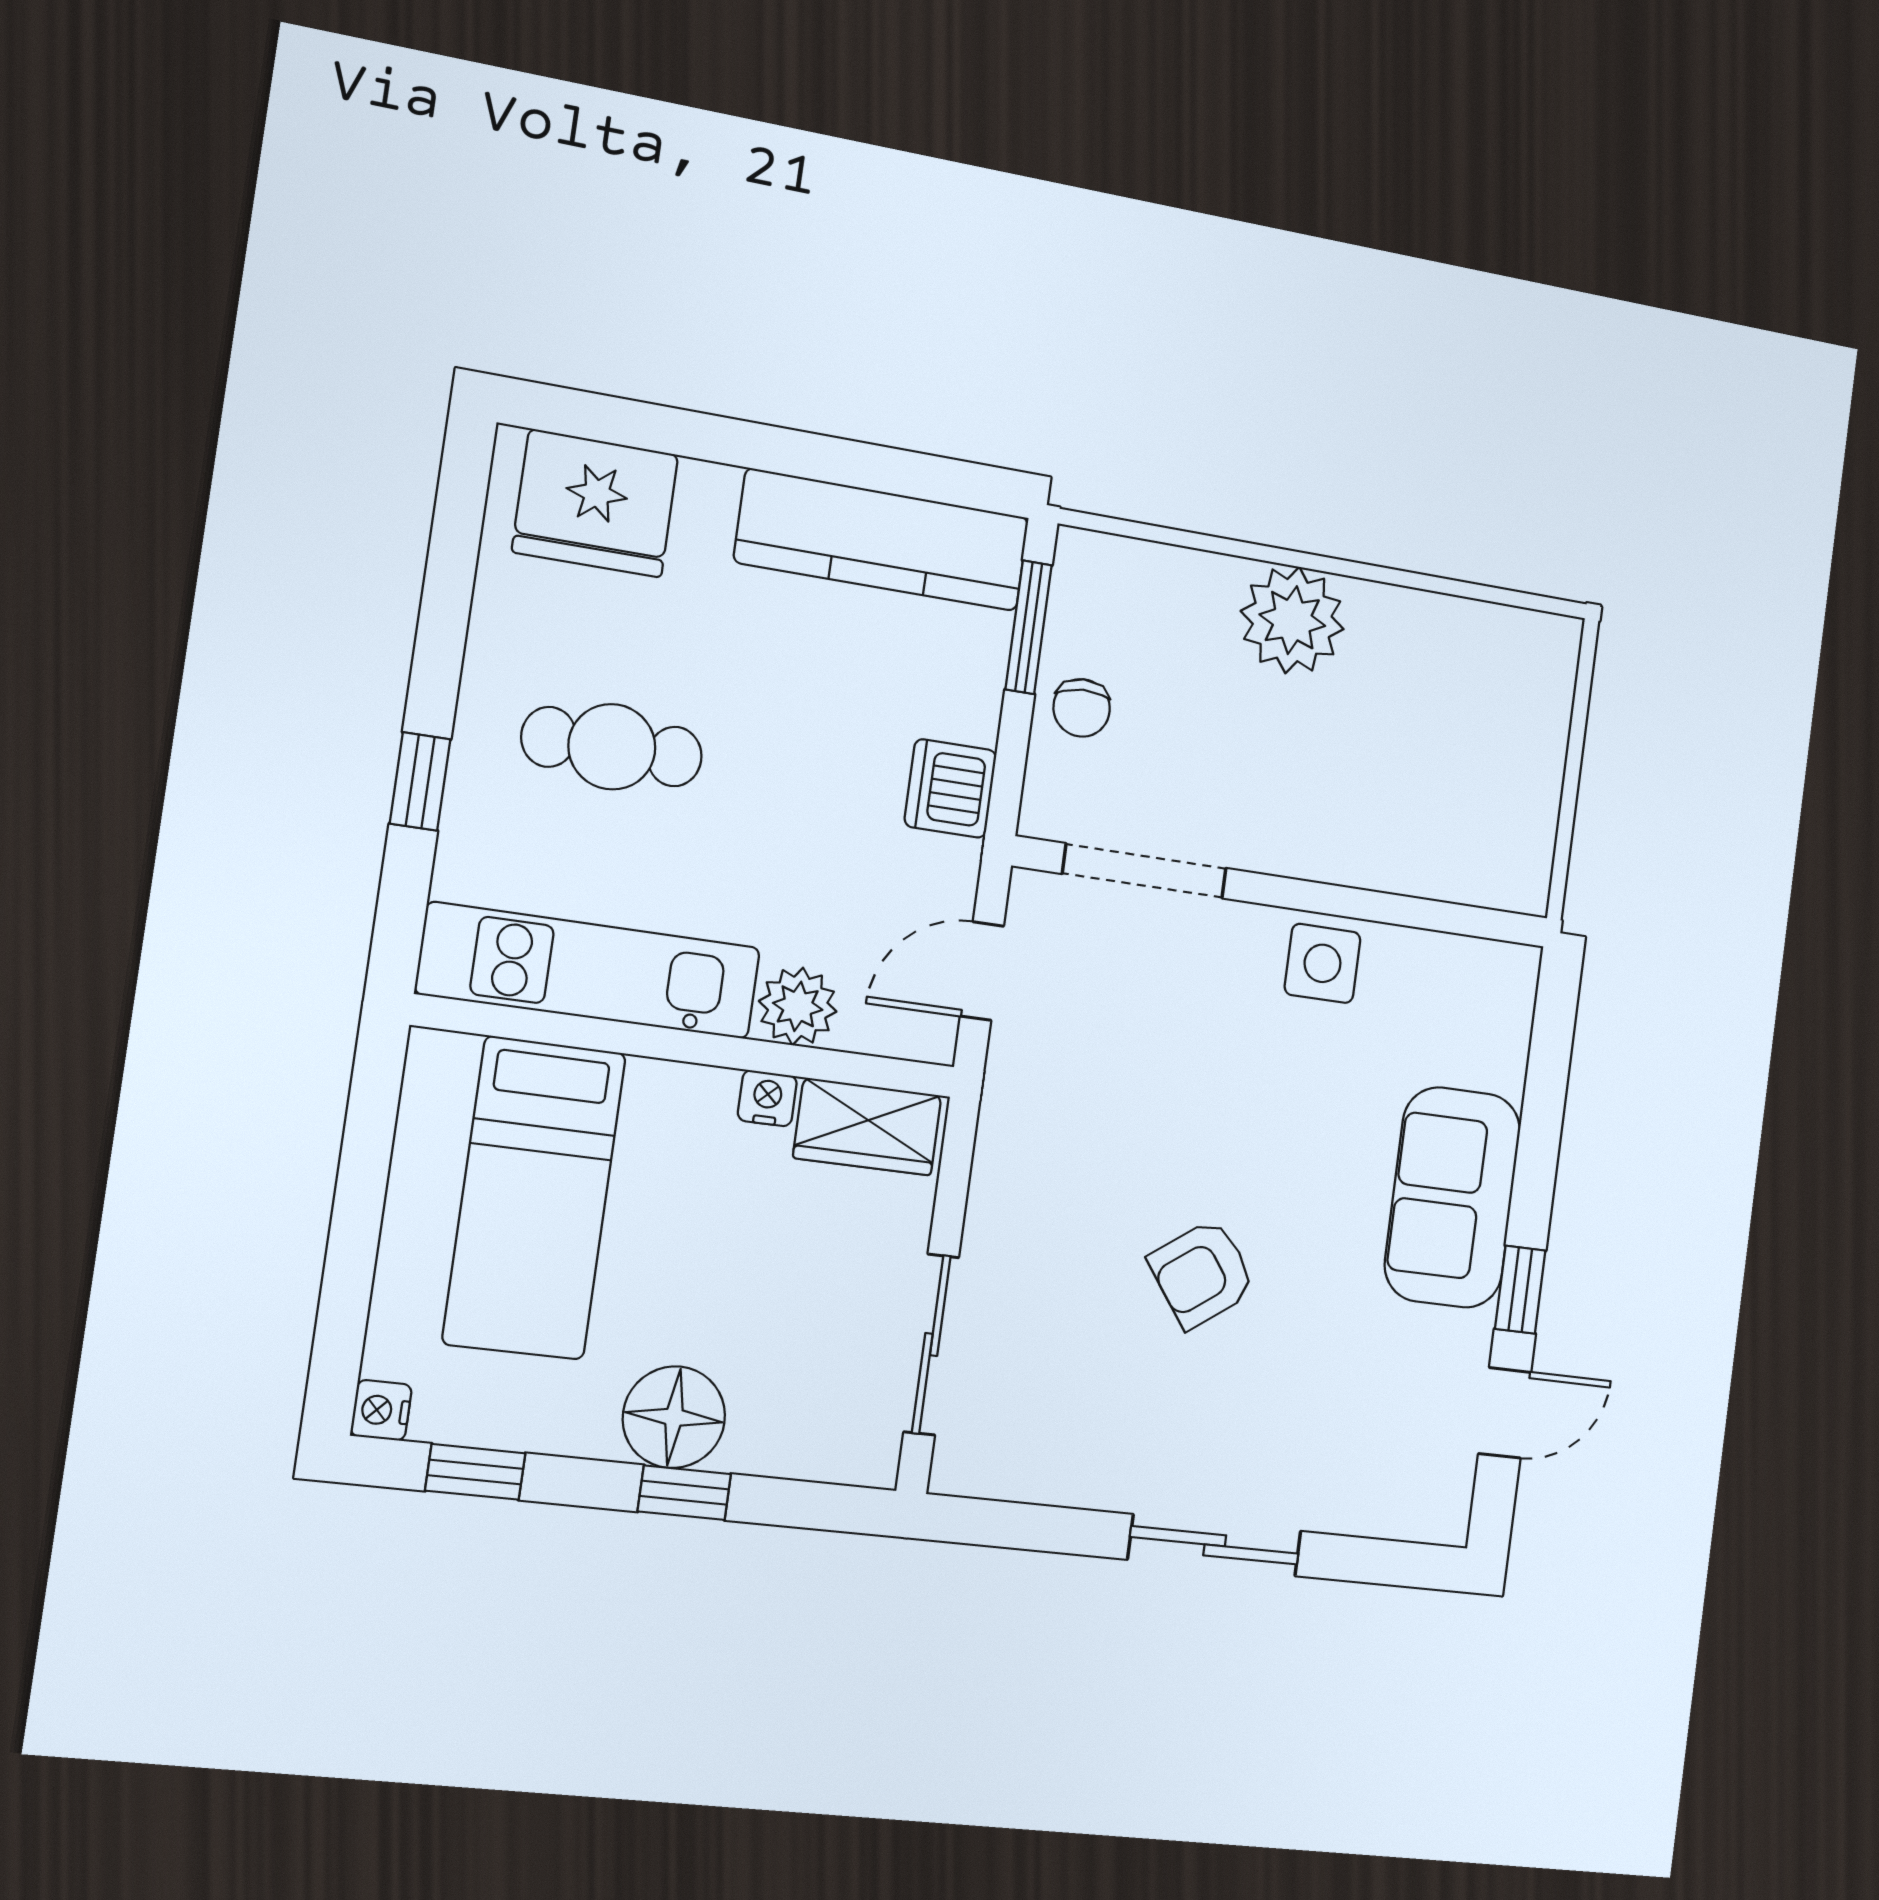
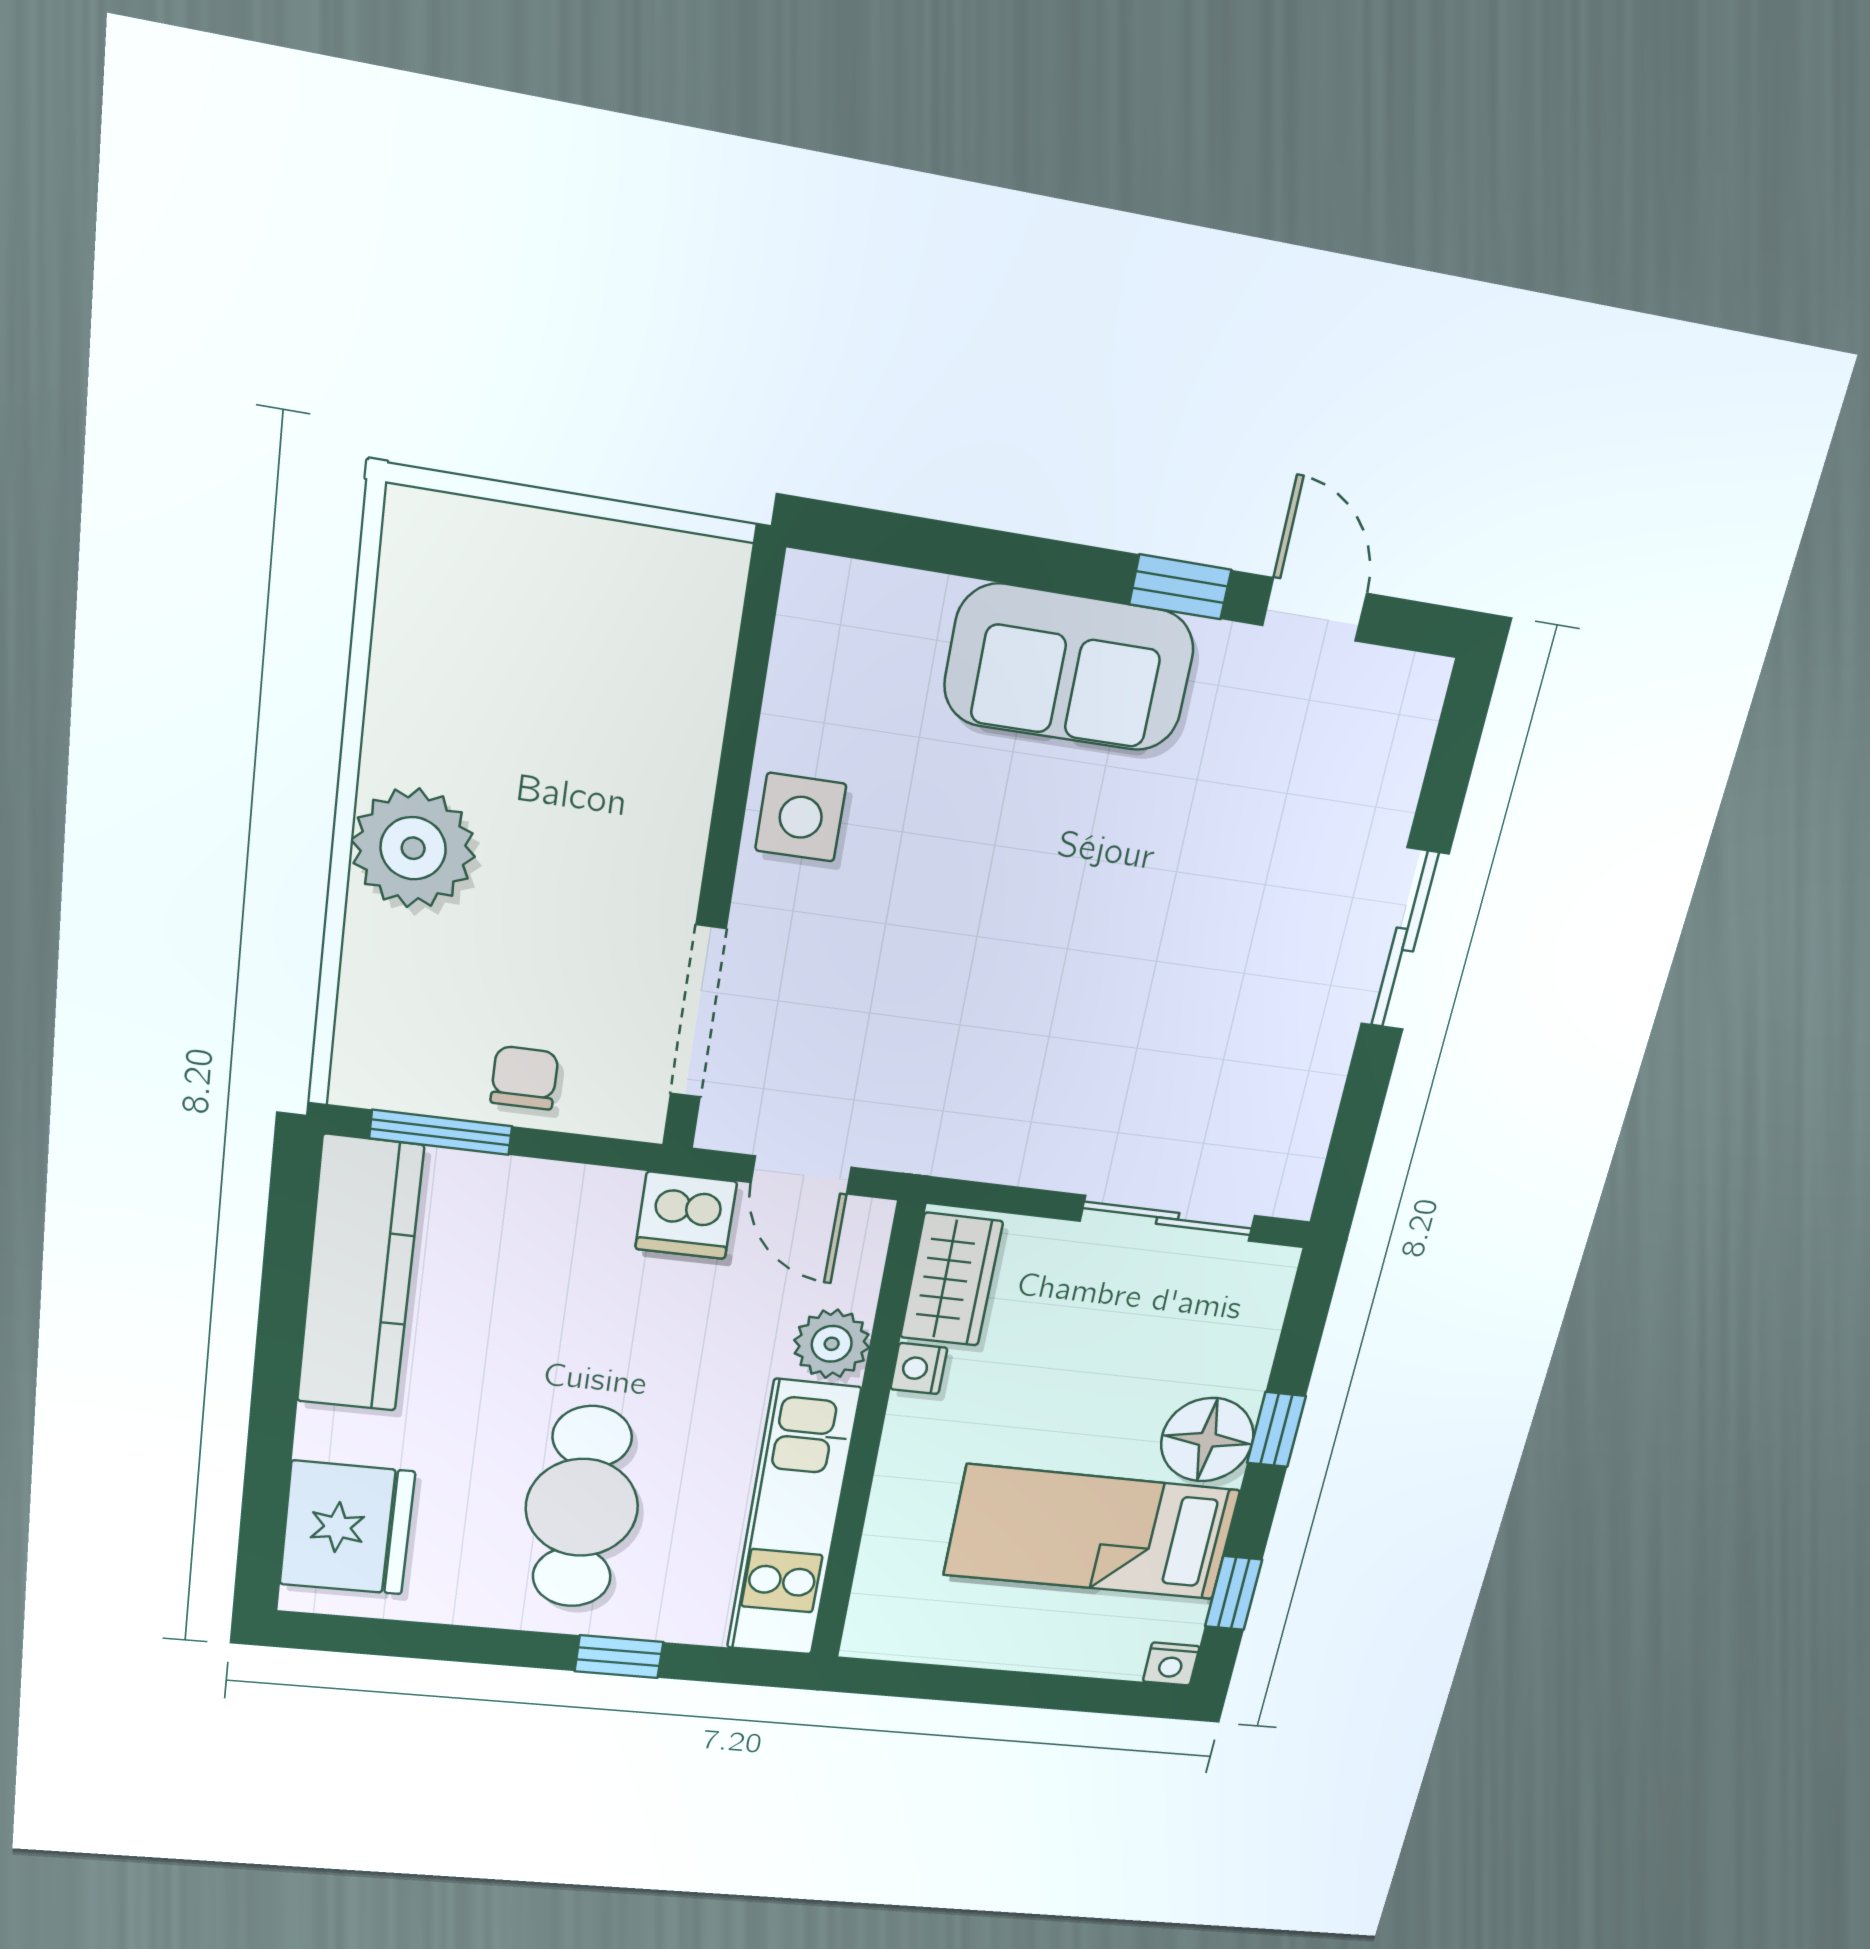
chair: (1082, 708) -> (524, 1078), turned -87
cafe table: (612, 747) -> (582, 1508), width x1.37, depth x1.35
dishwasher: (950, 788) -> (686, 1215), moved
bed: (534, 1198) -> (1092, 1532), moved, turned 180
armchair: (1202, 1274) -> (1126, 952), removed

